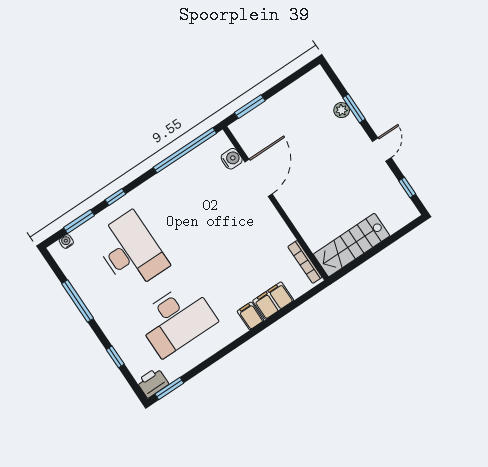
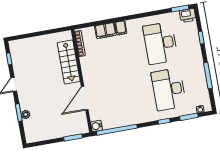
water cooler: (232, 159) -> (96, 126), moved
stairs: (352, 245) -> (69, 62), moved, turned 90
desk: (176, 319) -> (160, 43), turned -90

